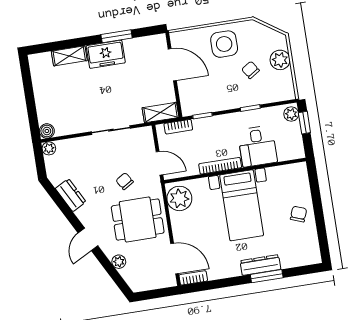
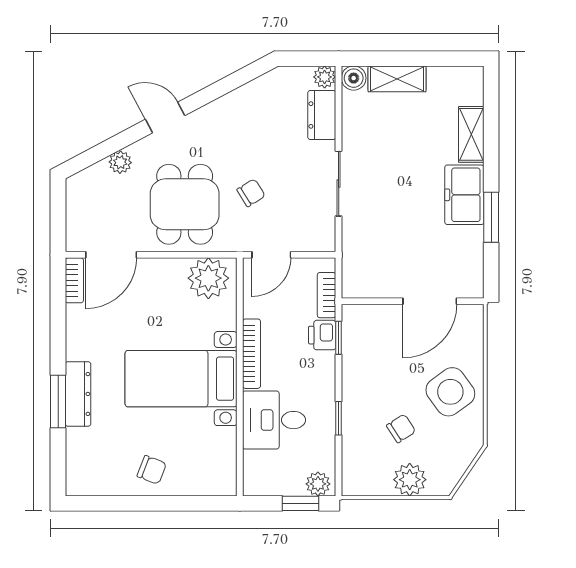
side table: (224, 44) -> (450, 392), turned -36
shelving: (161, 113) -> (397, 79), moved, turned 90
printer: (202, 126) -> (322, 335), added
dresser: (71, 195) -> (322, 115), moved, turned 118

